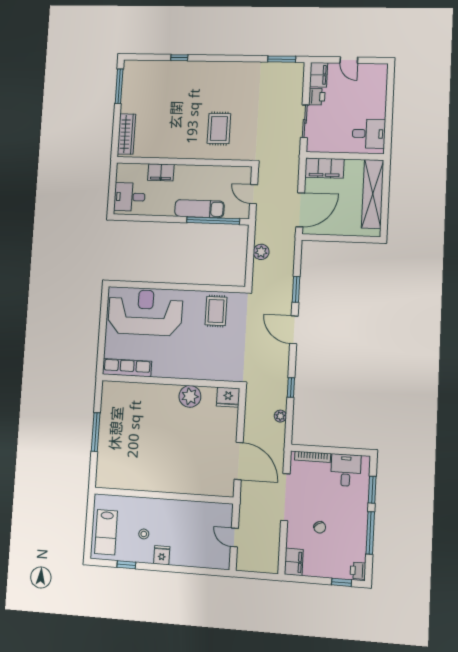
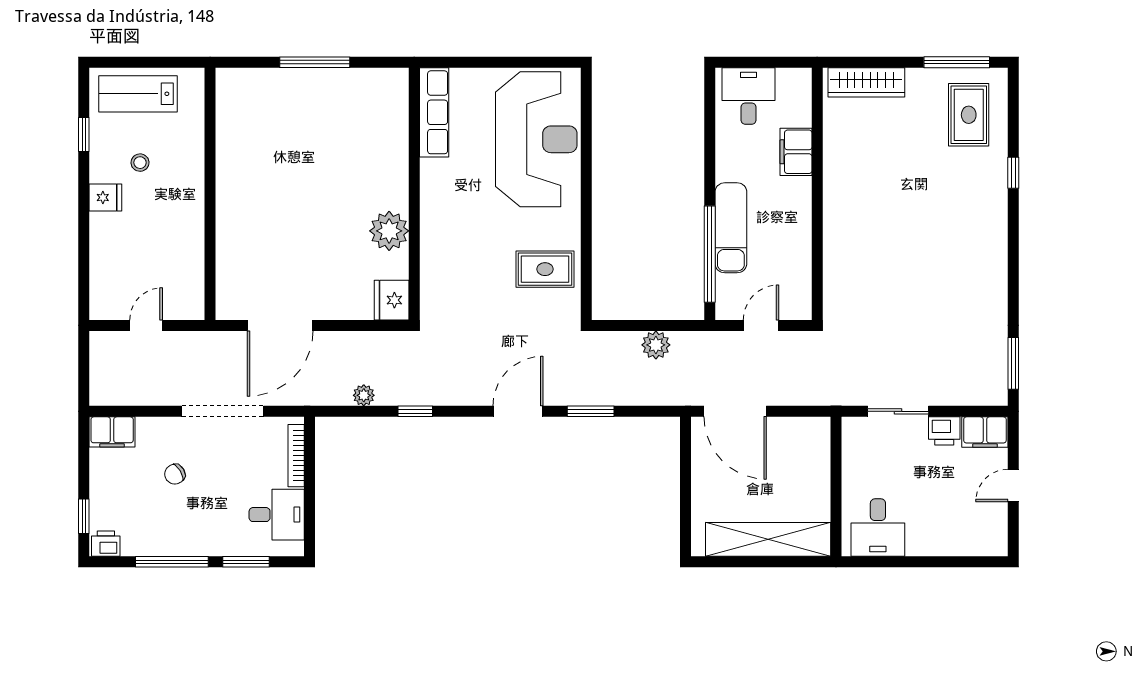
rug: (219, 129) -> (969, 115), moved, turned 90
filing cabinet: (324, 168) -> (813, 451), removed

